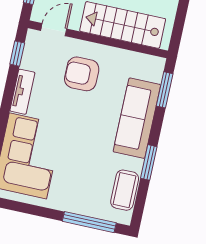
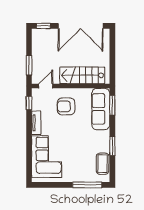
sofa: (137, 118) -> (101, 109), moved

